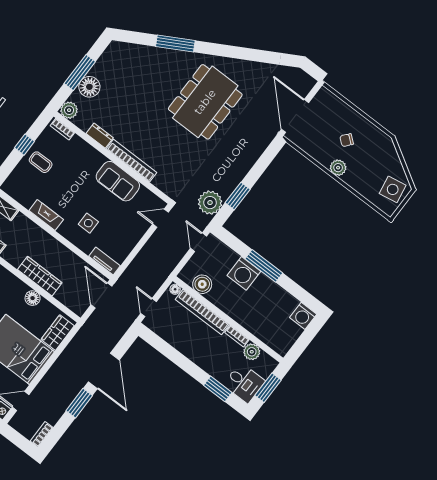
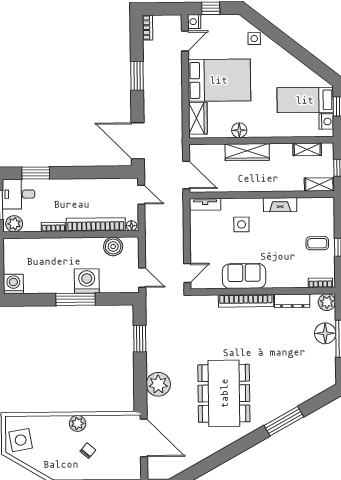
dresser: (100, 136) -> (292, 301), width x1.44
plant: (210, 203) -> (158, 384), moved
plant: (252, 352) -> (14, 224), moved
door: (104, 371) -> (138, 141), moved

